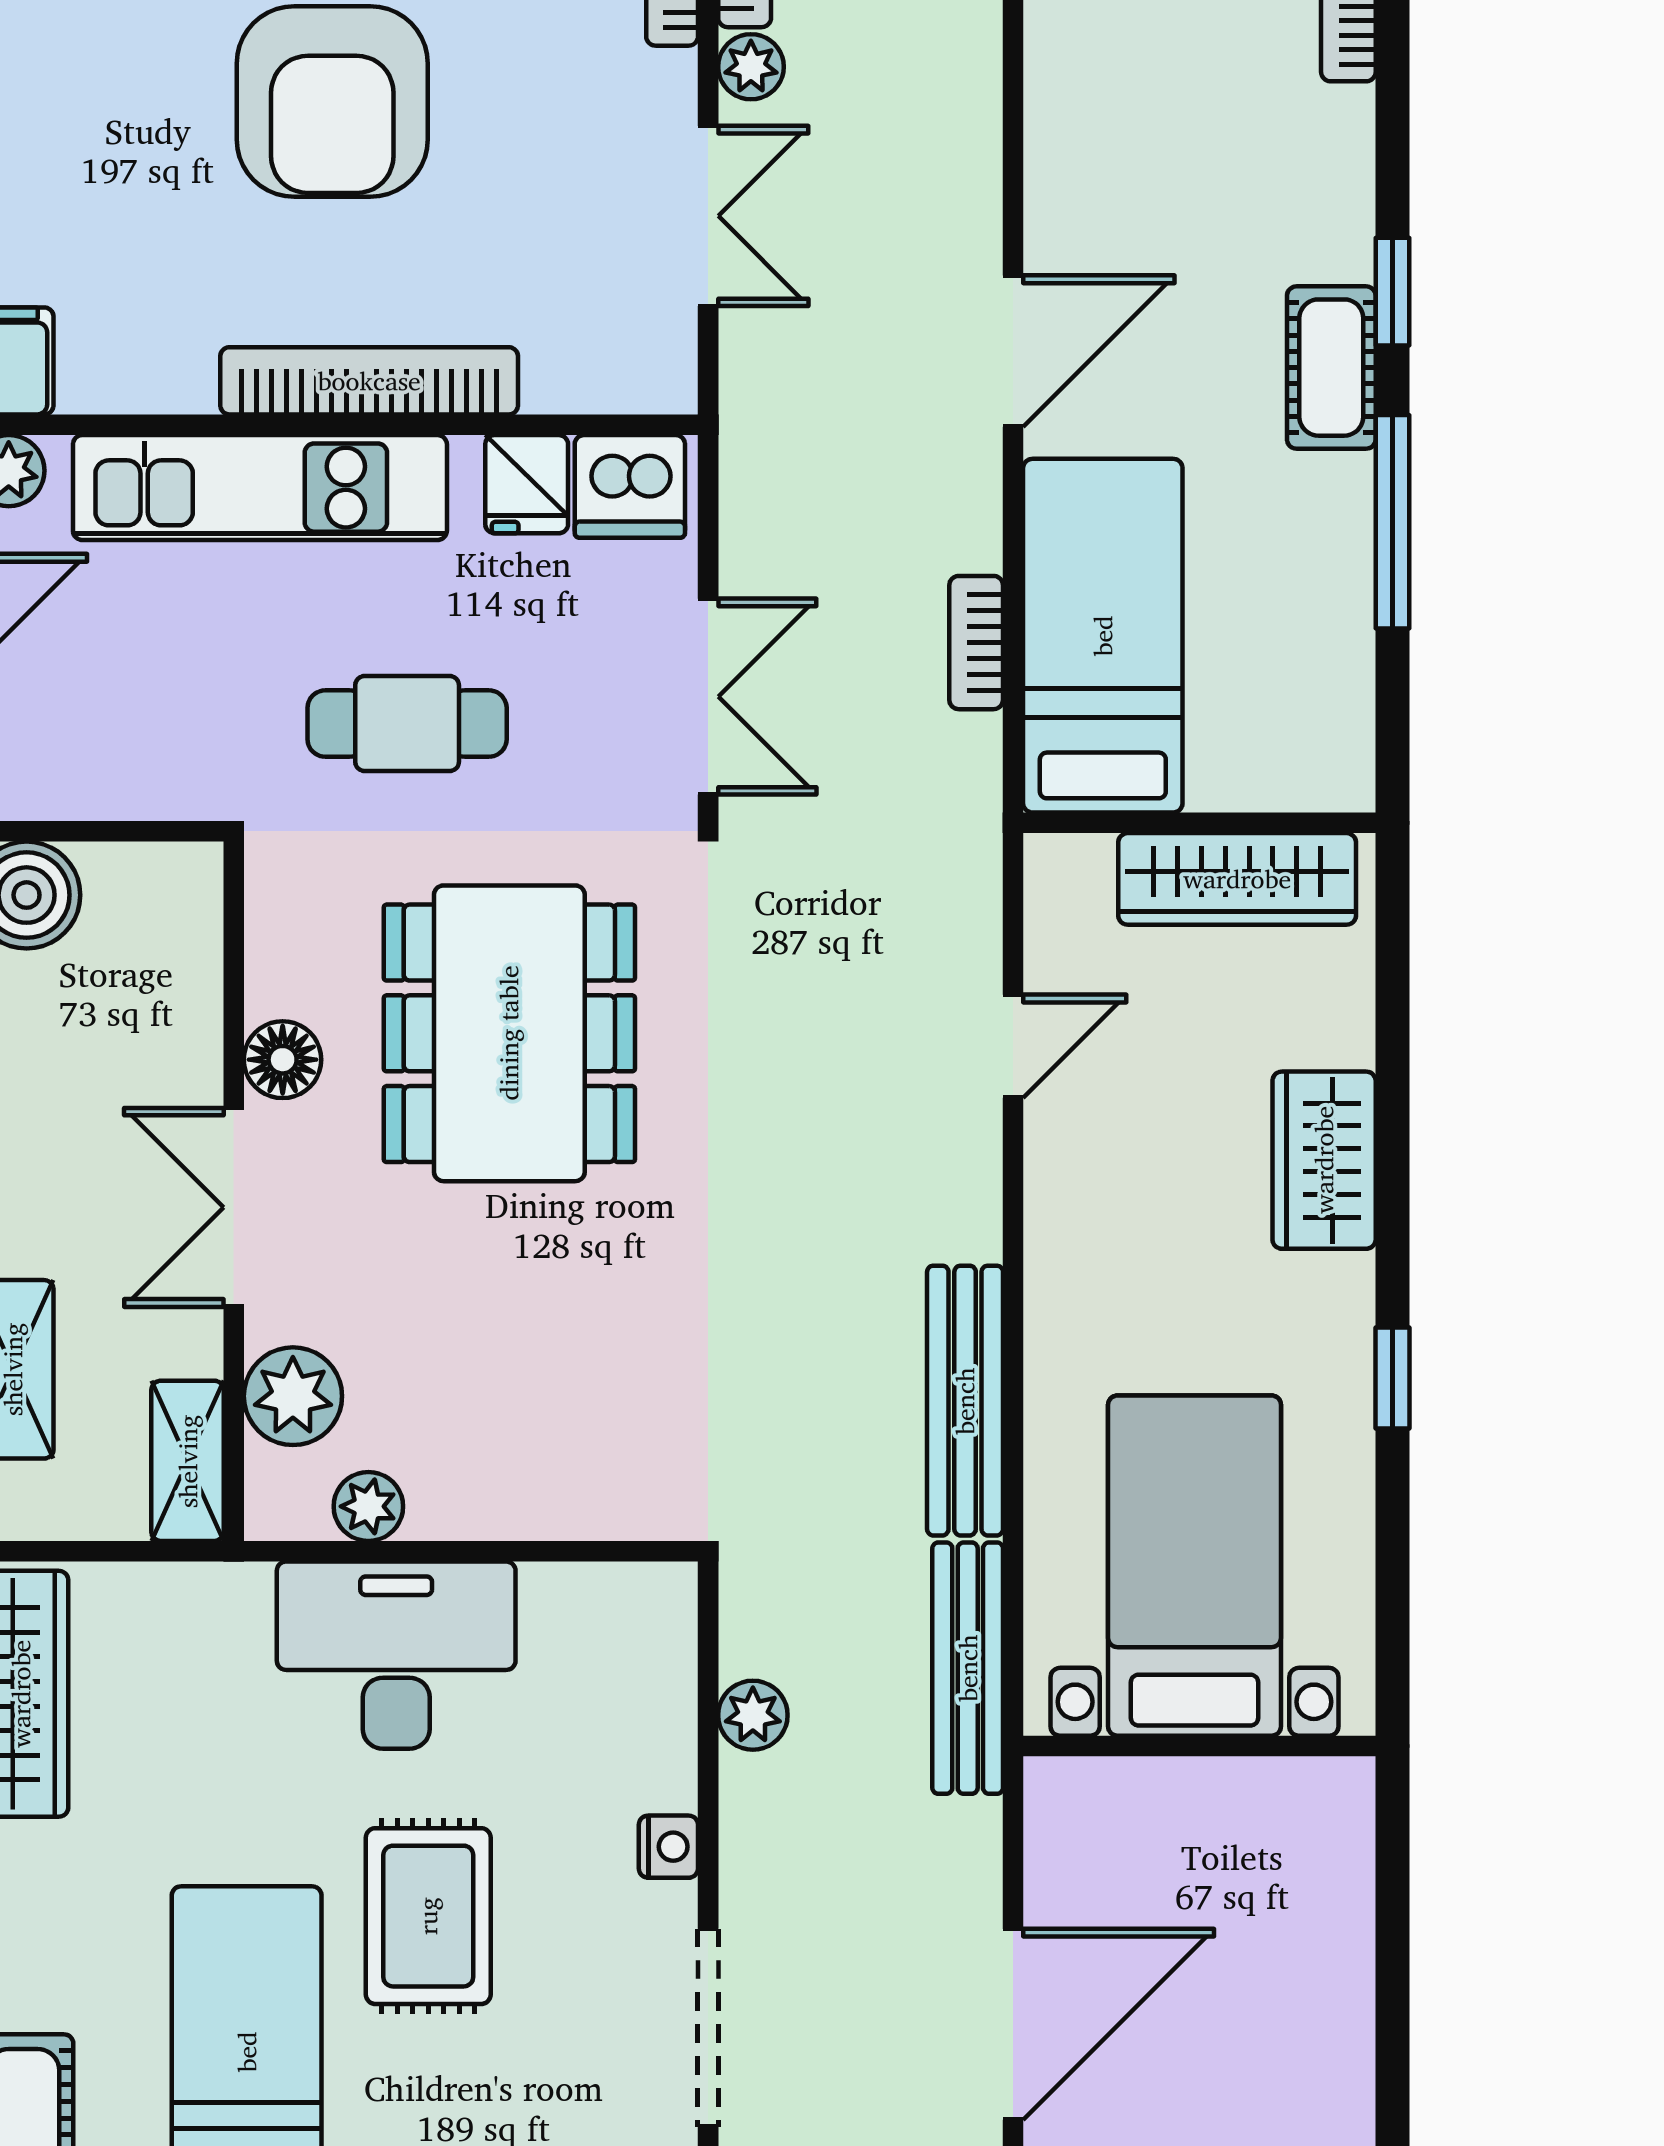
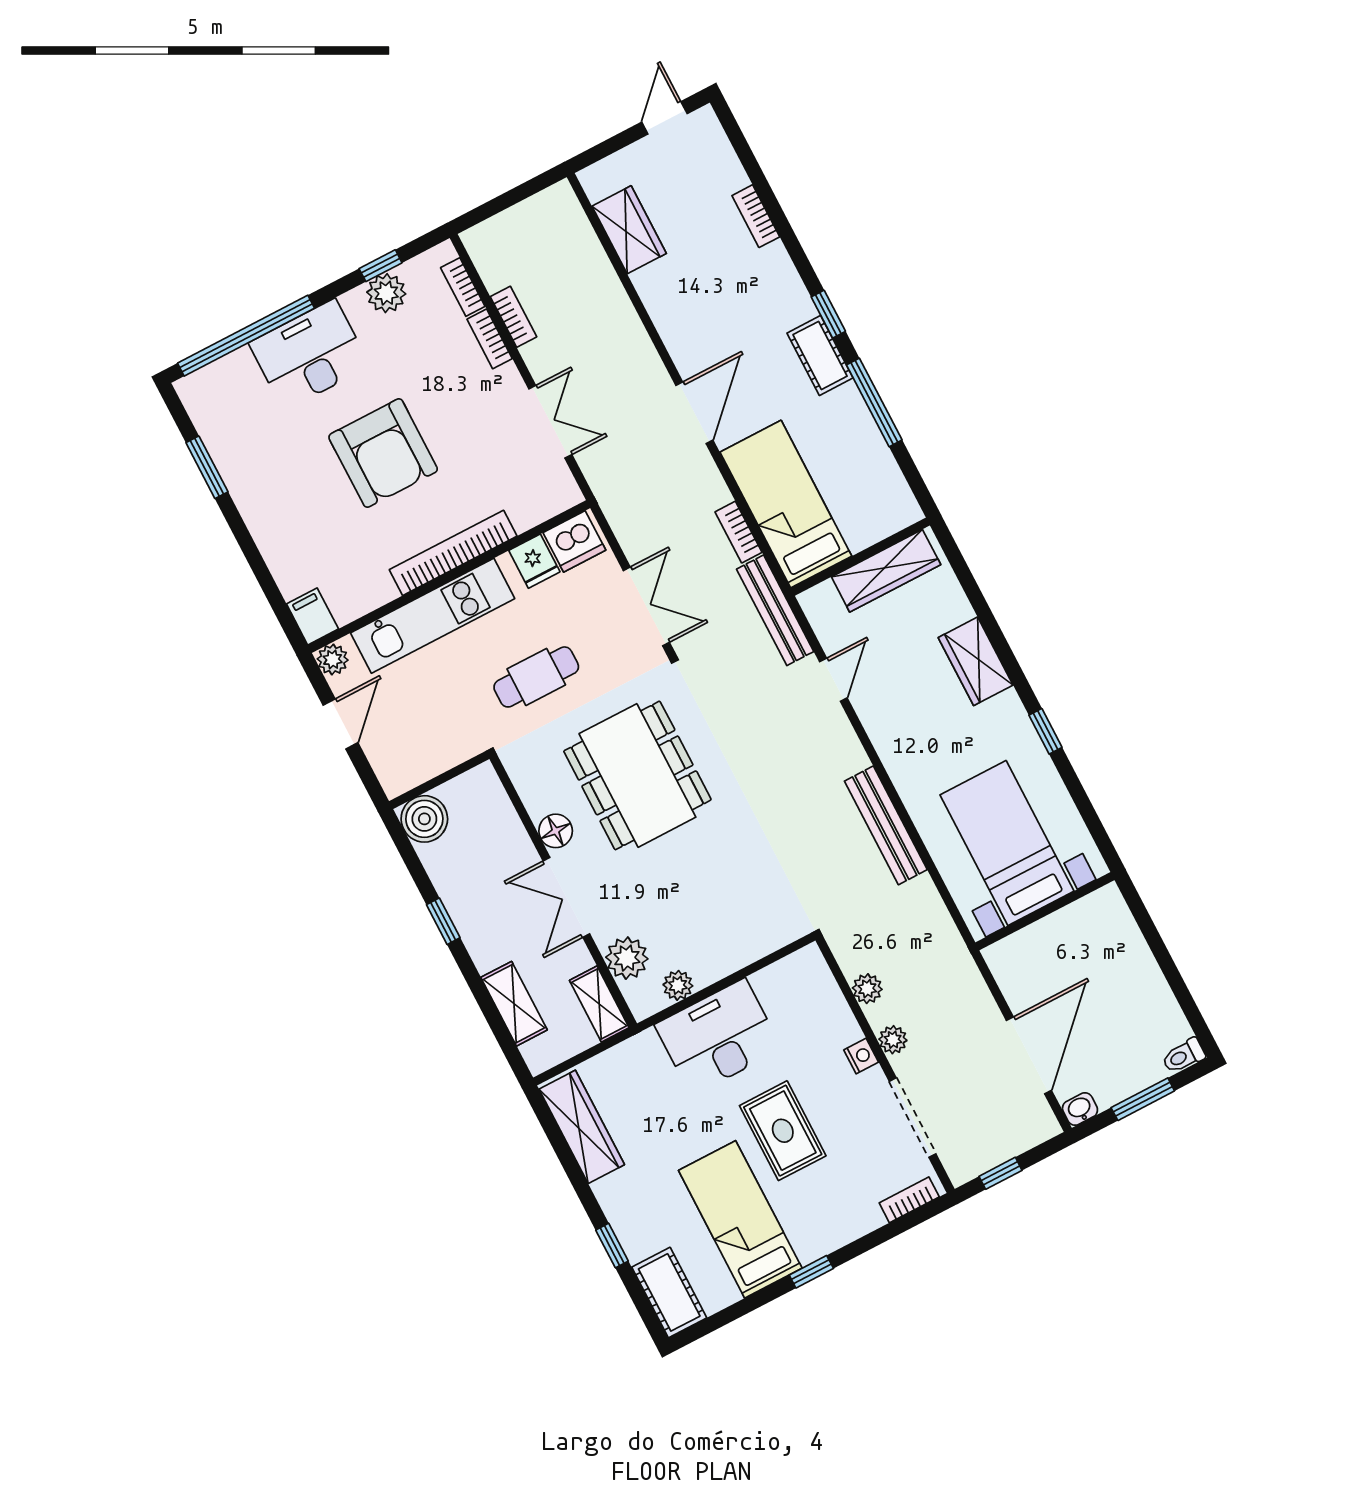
plant: (751, 67) -> (893, 1040), moved
bench: (968, 1668) -> (775, 610), moved

